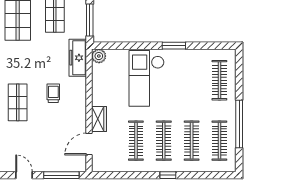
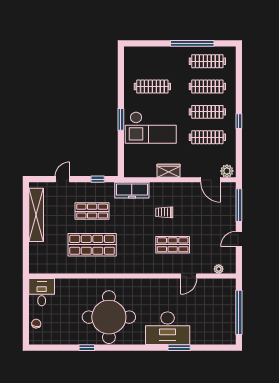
window: (90, 20) -> (98, 179), width x0.46
window: (174, 46) -> (121, 119), moved
plant: (99, 56) -> (227, 171), moved
clothes rail: (219, 80) -> (152, 87), moved
wardrobe: (99, 119) -> (169, 171), moved
window: (168, 175) -> (239, 121), moved

